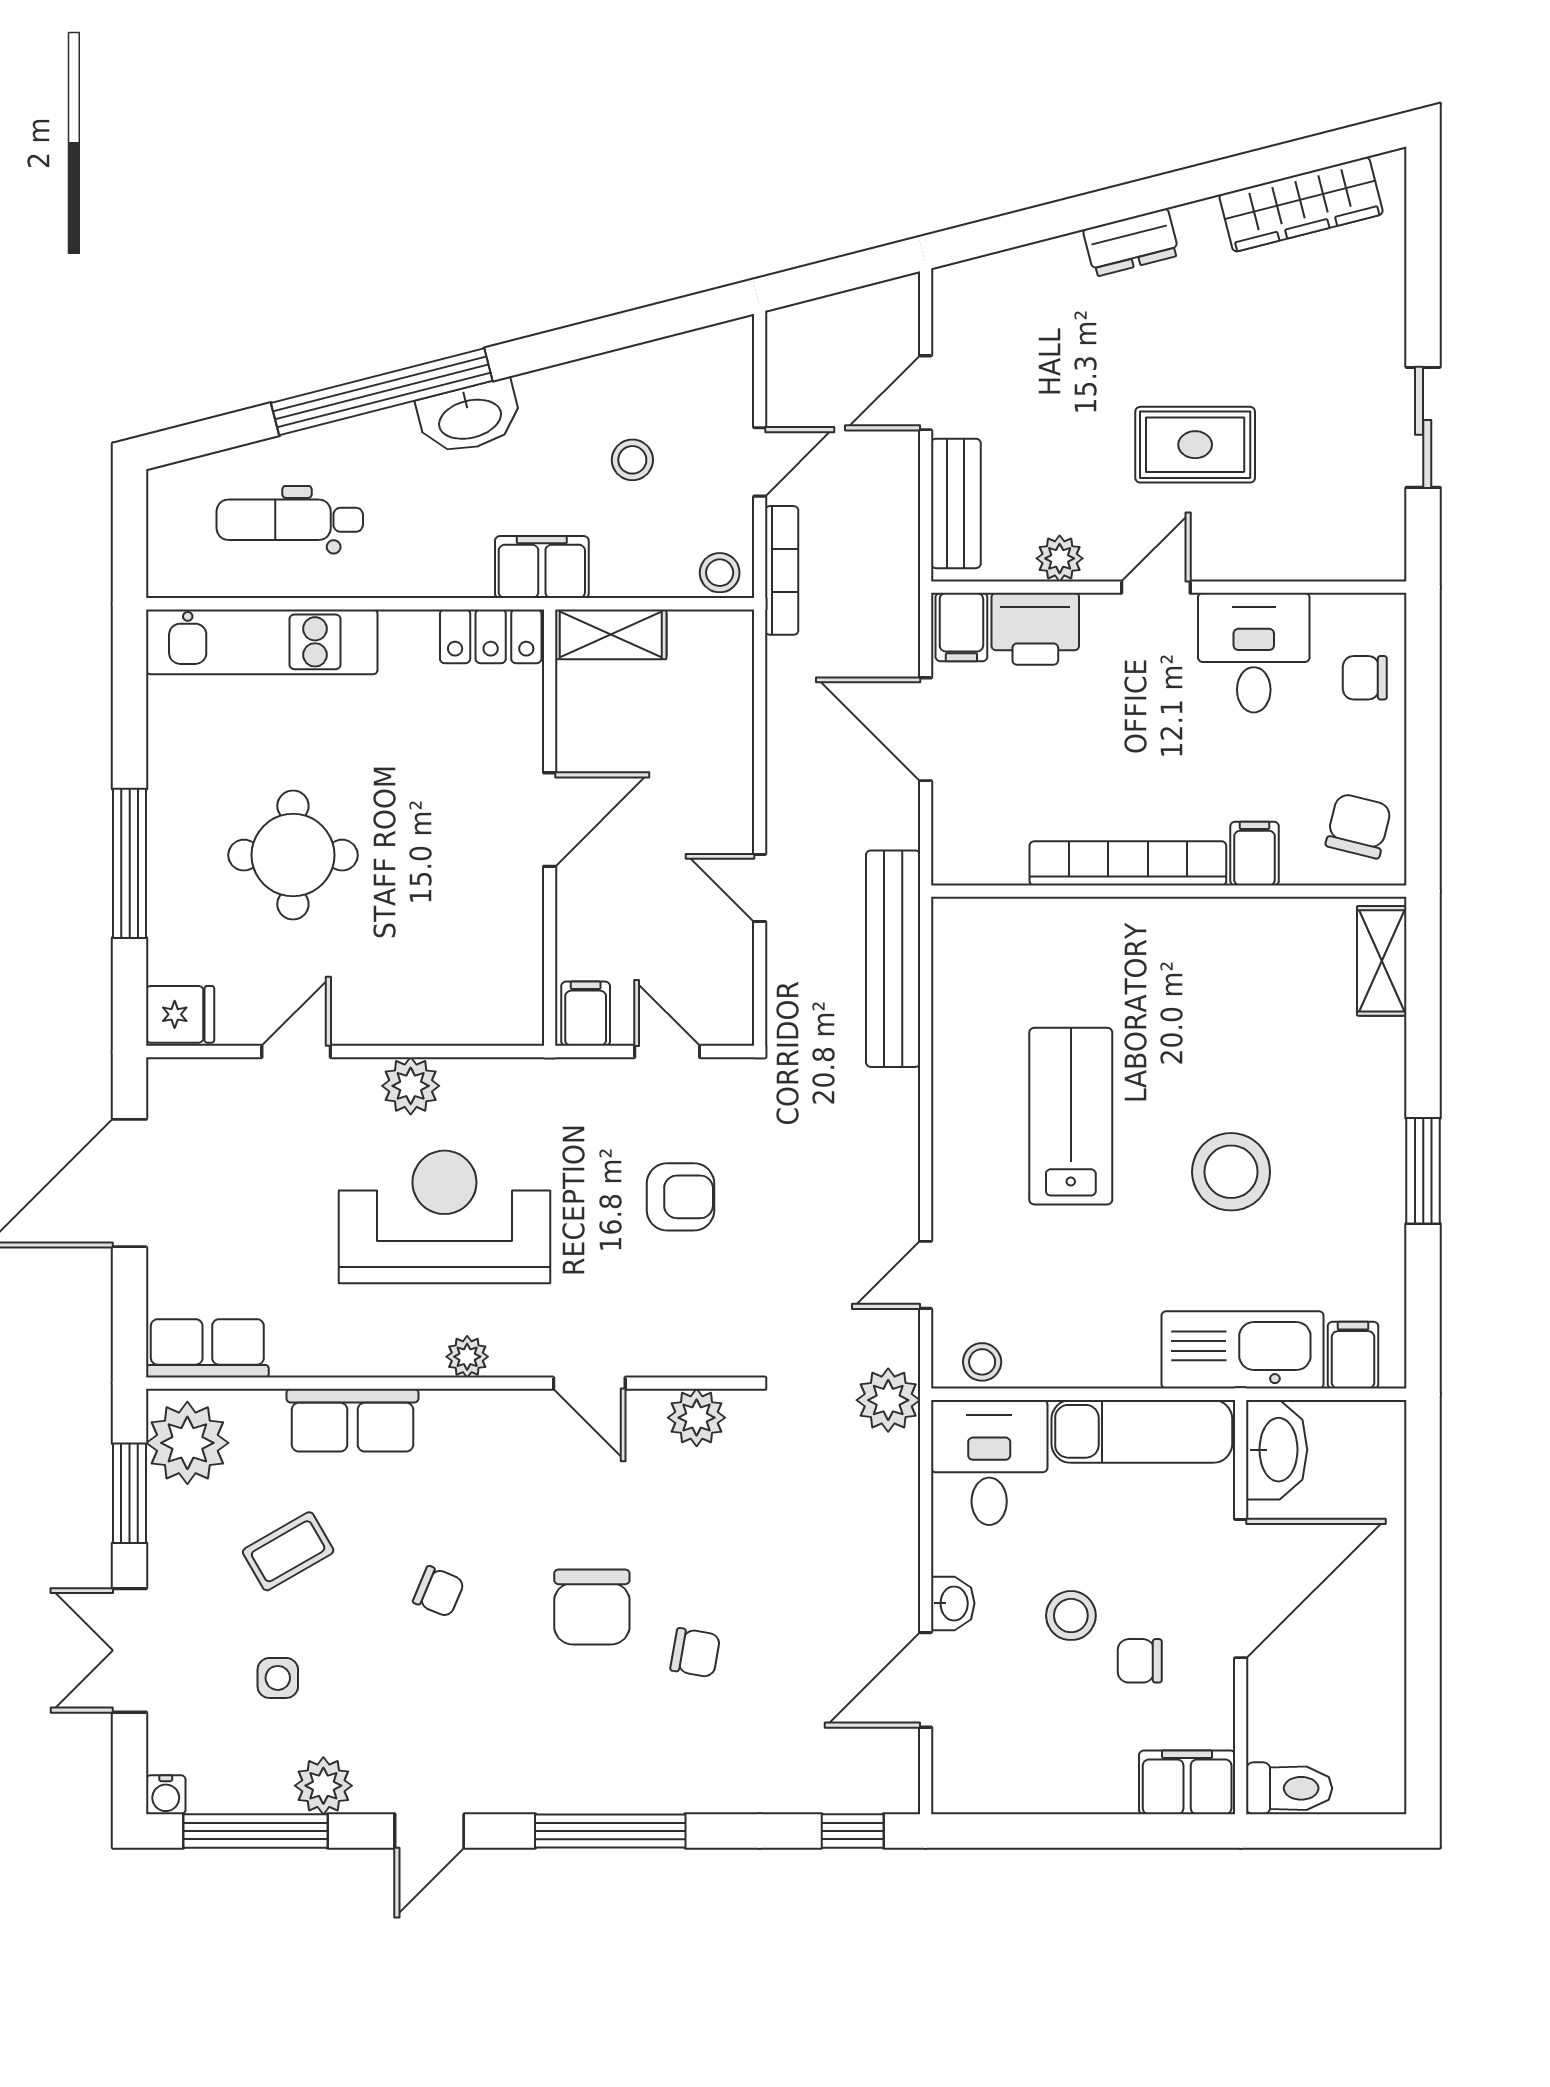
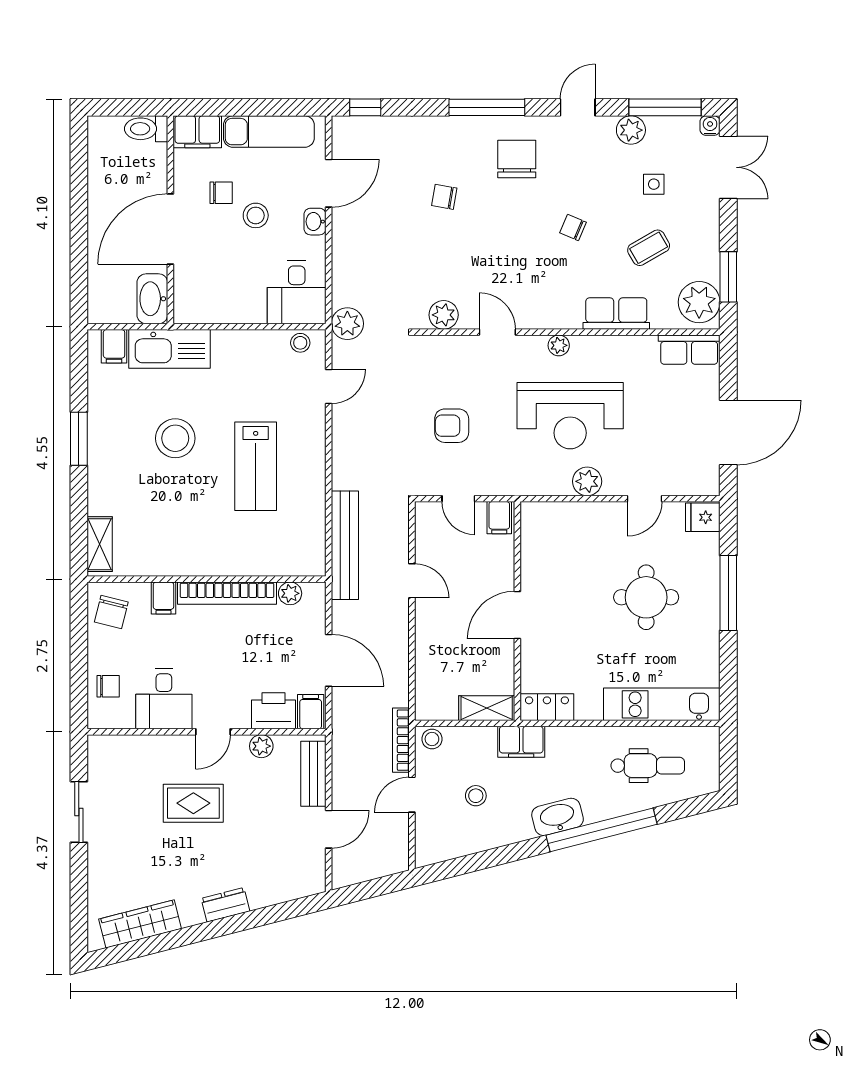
plant: (1002, 863) -> (290, 593), added
exam couch: (1142, 1431) -> (269, 132), moved, turned 180
chair: (592, 1607) -> (517, 159), moved
double door: (130, 1650) -> (728, 167), moved

